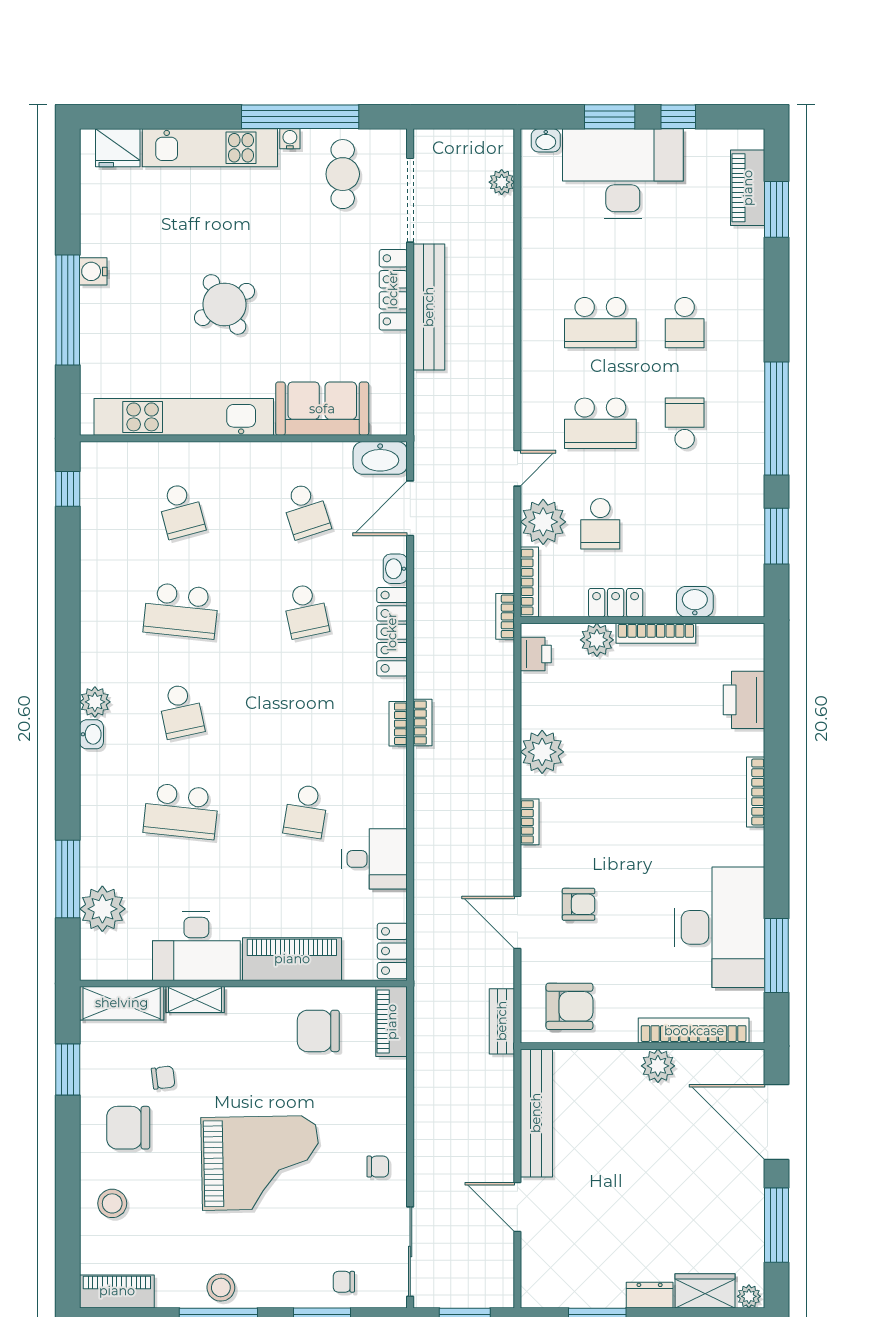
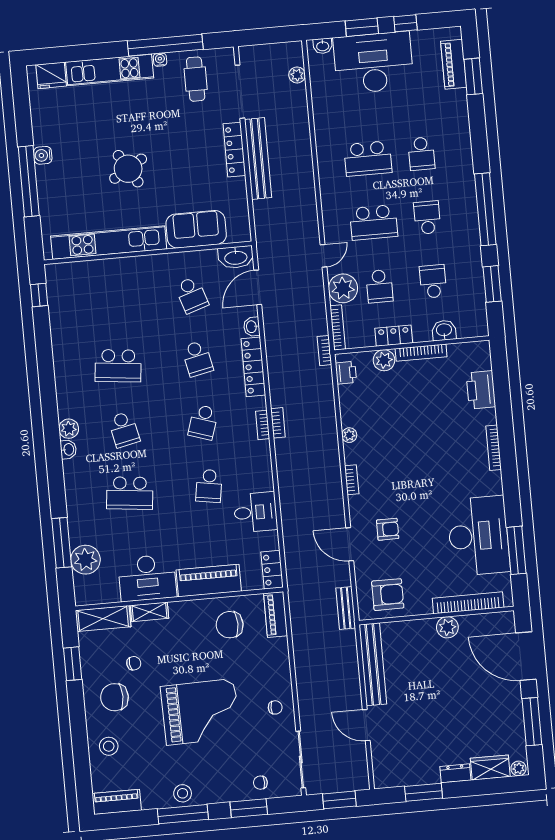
school desk: (181, 511) -> (203, 422), moved, turned 33
school desk: (685, 524) -> (433, 281), added
plant: (542, 752) -> (349, 435), width x0.53, depth x0.53

